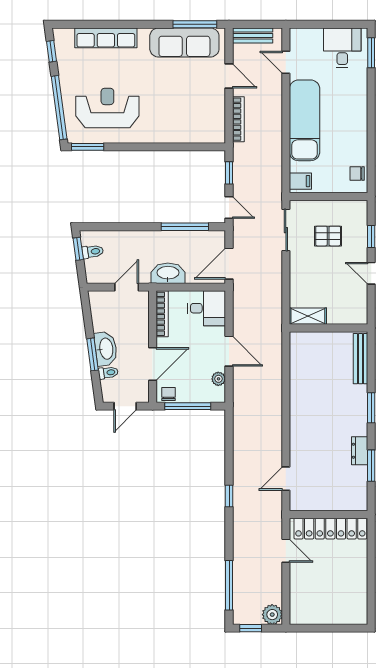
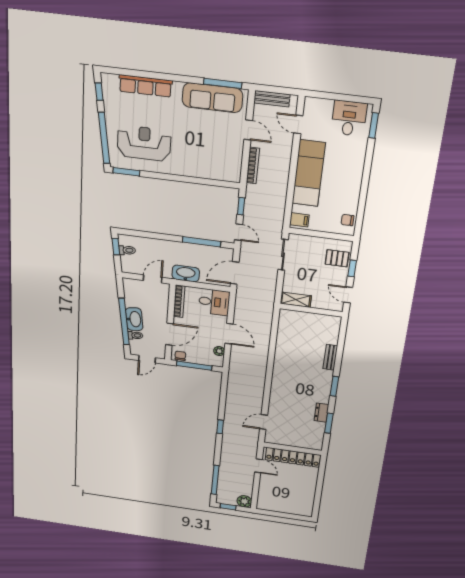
pallet: (328, 236) -> (337, 258), moved
shelving: (308, 316) -> (296, 300), moved
wall: (328, 328) -> (311, 310), moved
window: (93, 354) -> (124, 322), width x2.11
bench: (361, 359) -> (330, 357), width x0.73

